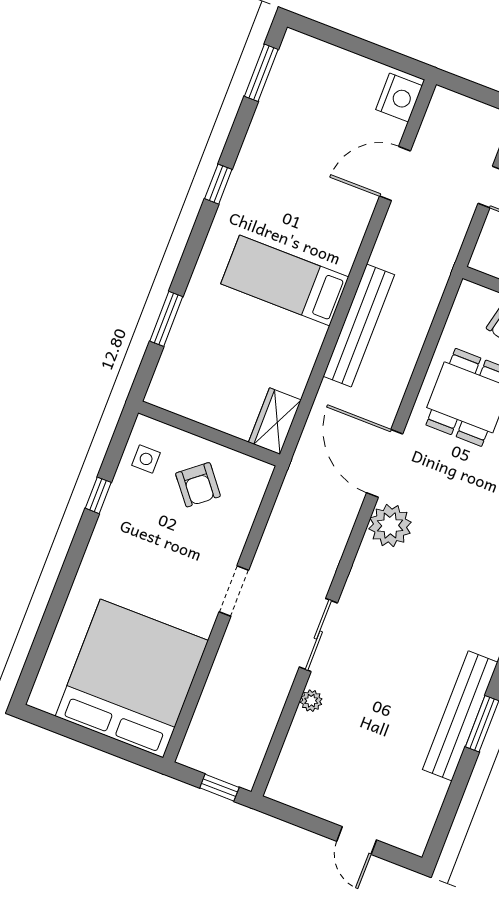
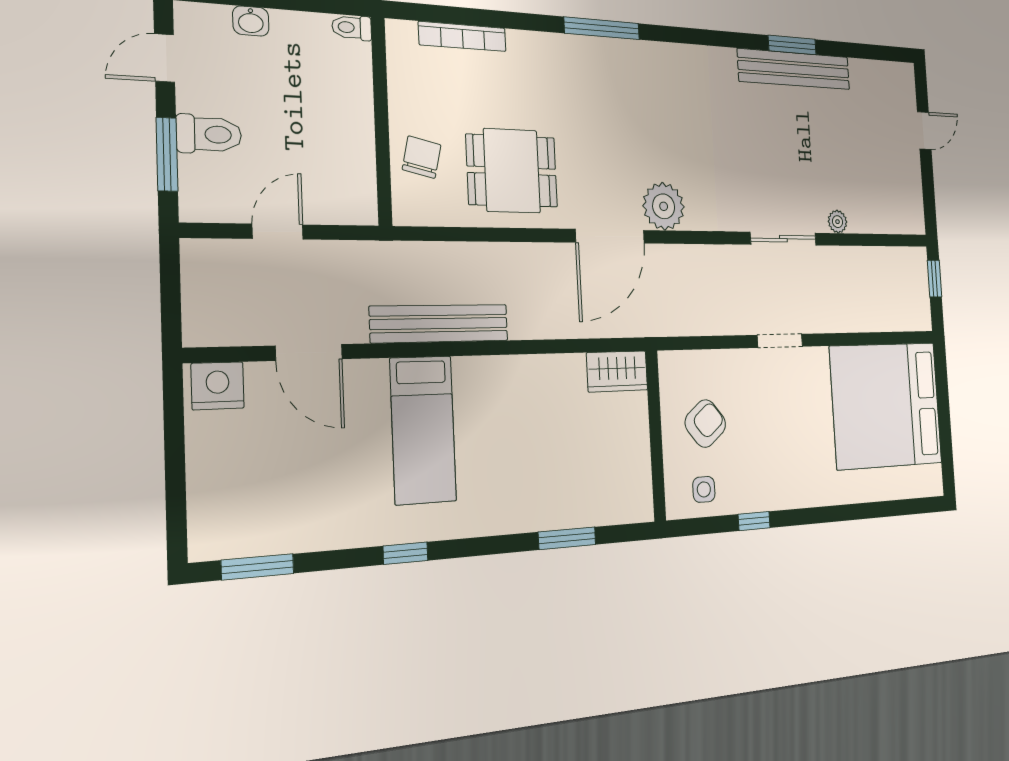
bed: (285, 280) -> (423, 430), moved
bench: (359, 325) -> (440, 324), moved

